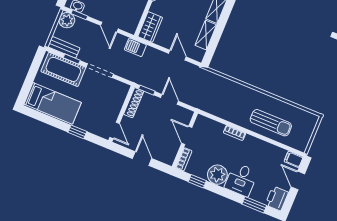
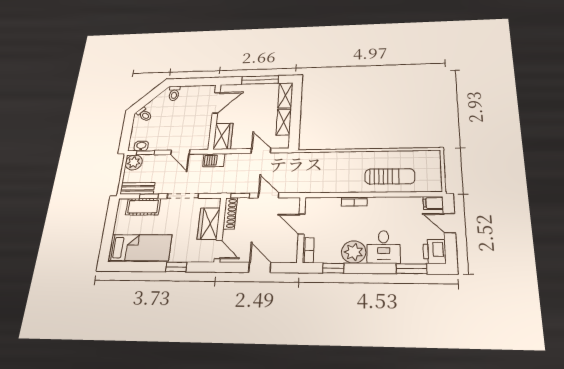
cot: (63, 69) -> (143, 207), width x0.73, depth x0.75
wardrobe: (114, 105) -> (209, 224), added

